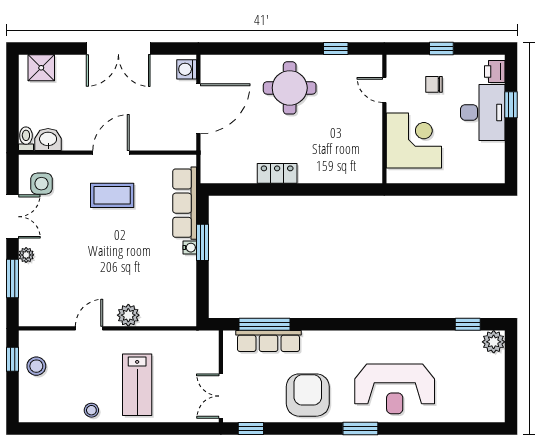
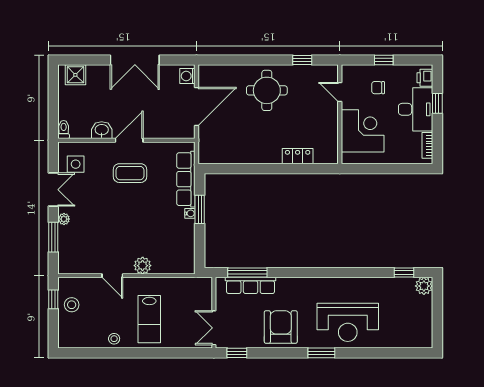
washbasin: (48, 140) -> (102, 130), moved
bookcase: (498, 159) -> (427, 145), added
locker: (277, 173) -> (298, 156), moved
door: (89, 328) -> (112, 276), swing flipped

